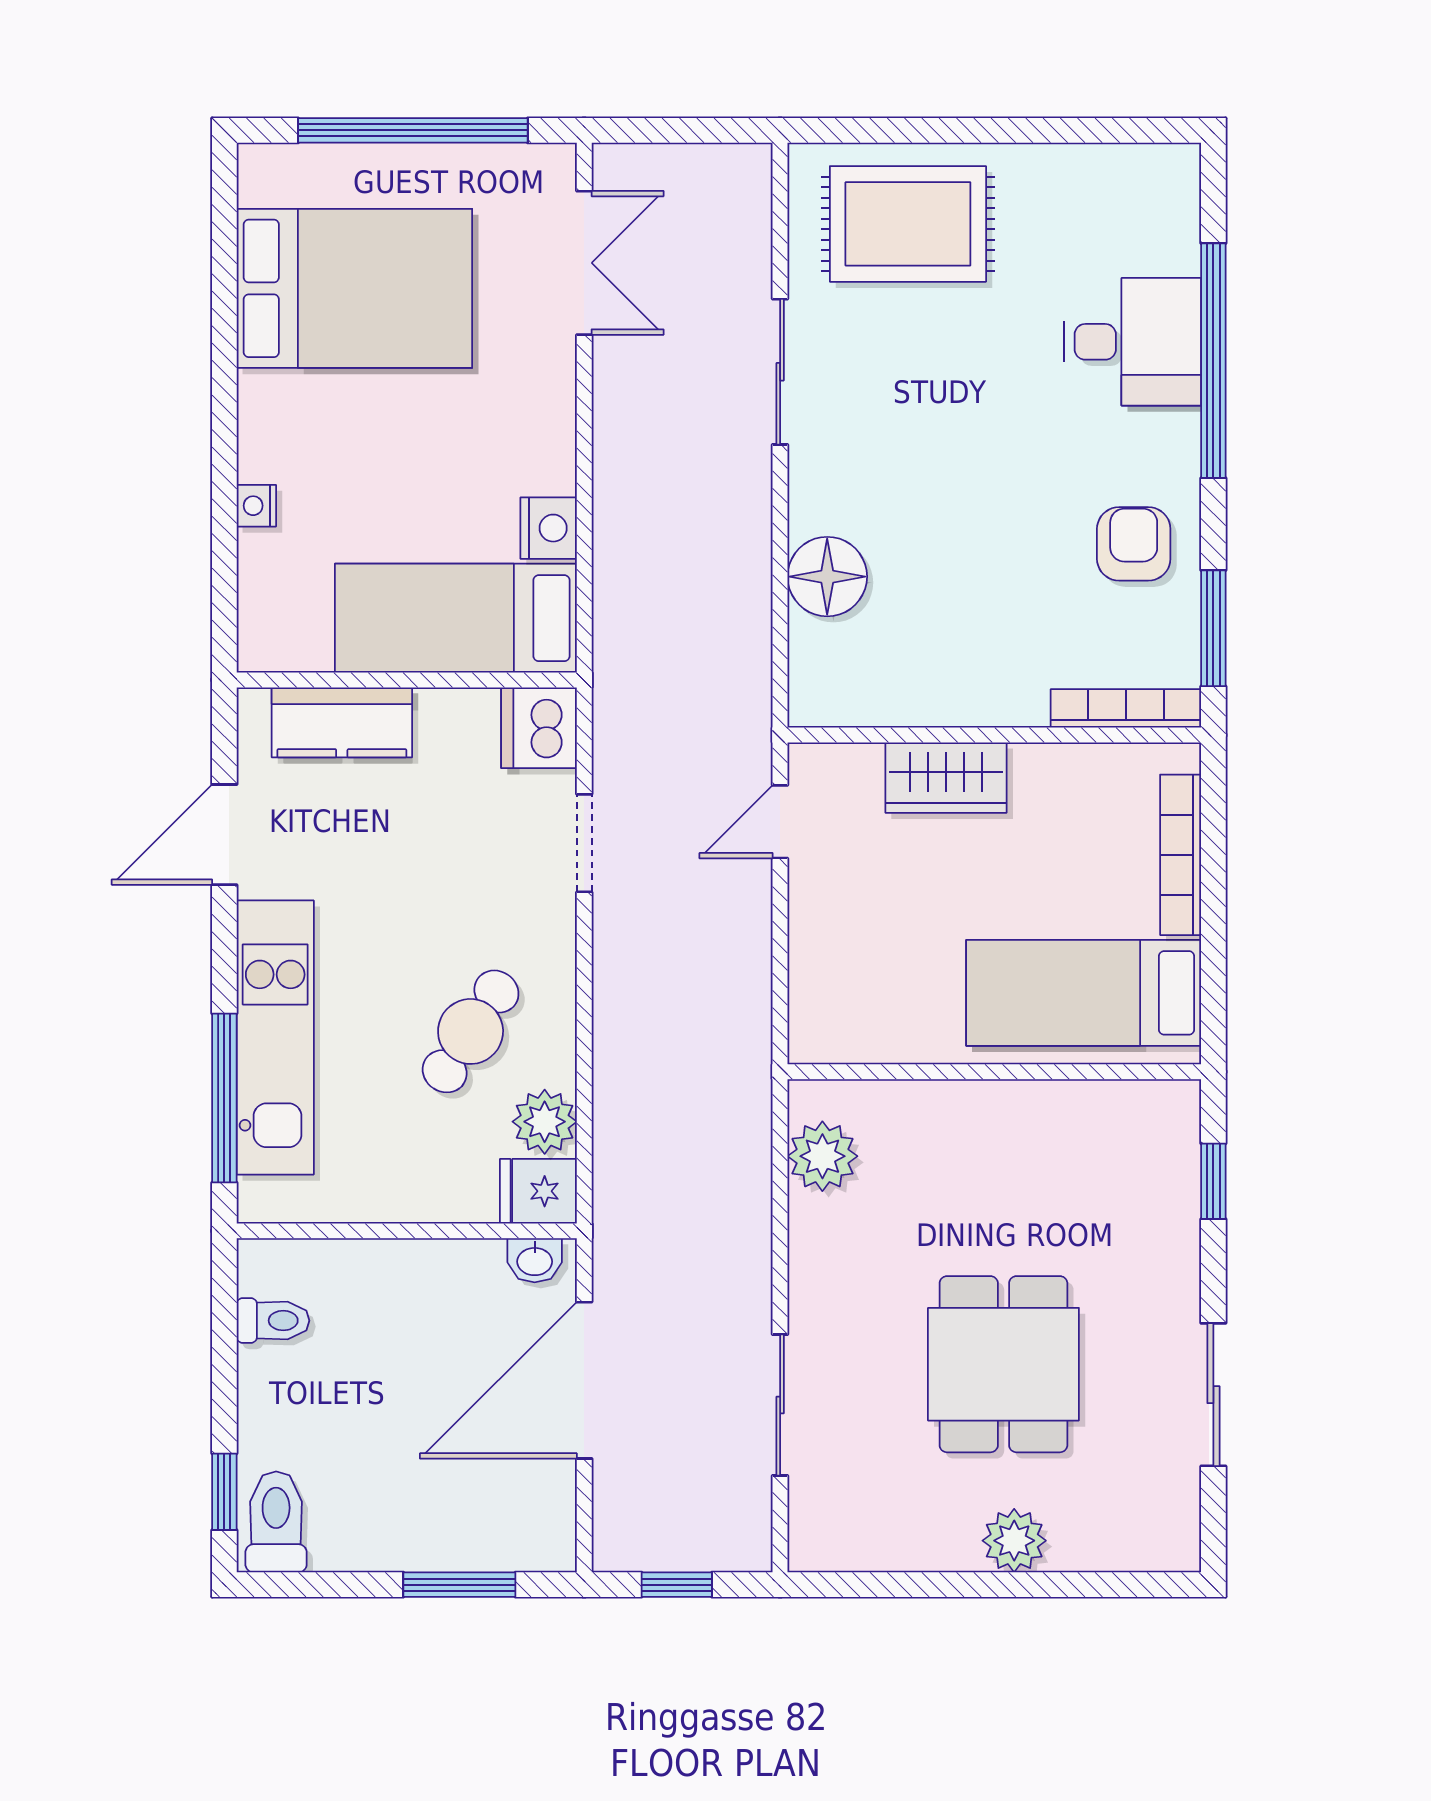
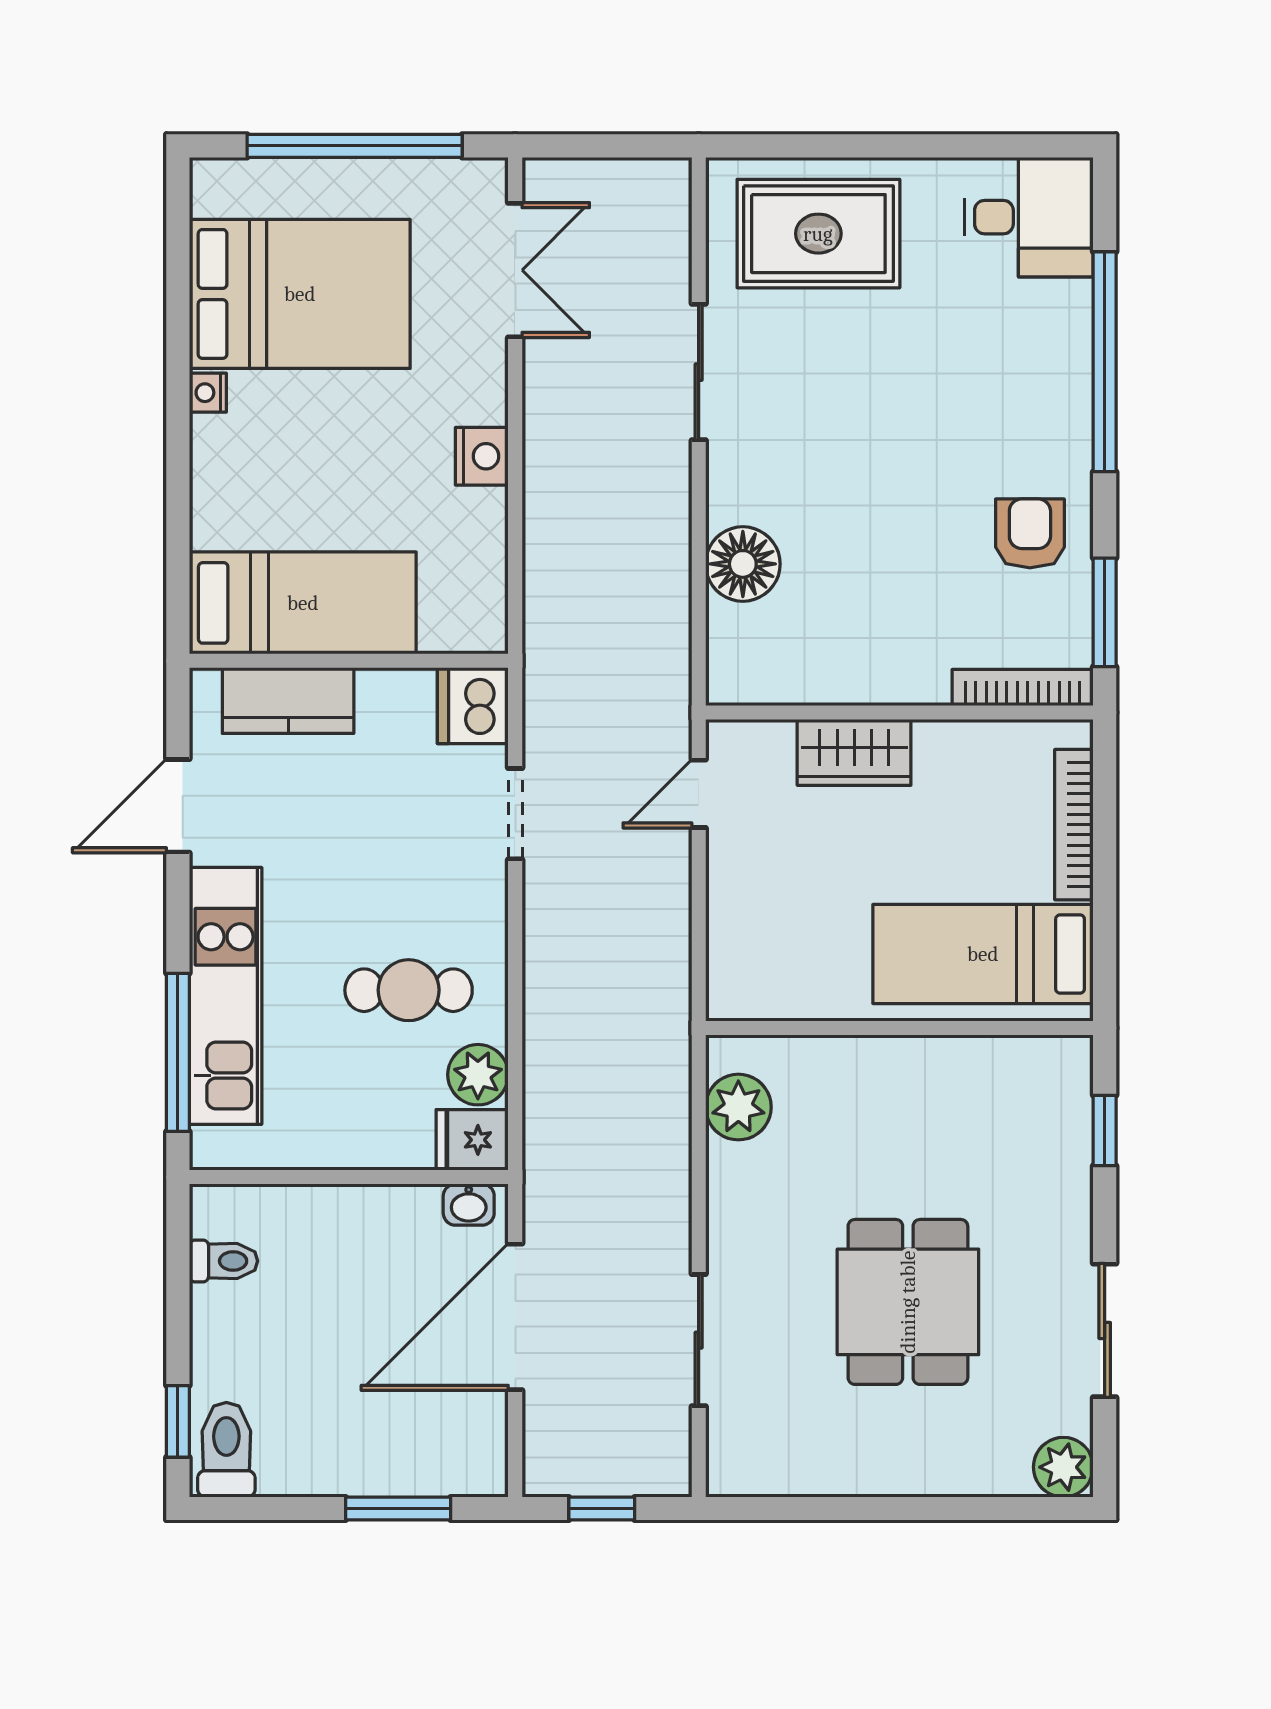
desk: (1132, 342) -> (1029, 217), moved
nightstand: (256, 506) -> (208, 393), moved
nightstand: (549, 528) -> (482, 456), moved
bed: (456, 618) -> (303, 603), moved, turned 180
cafe table: (471, 1031) -> (409, 990), turned 57
plant: (1014, 1541) -> (1063, 1467), moved

